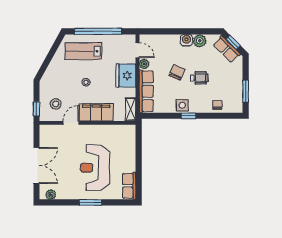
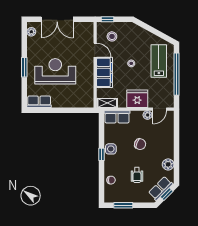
water cooler: (186, 40) -> (169, 153), removed
wheelchair: (199, 78) -> (137, 175), moved
row of seats: (146, 91) -> (117, 117), width x0.68

